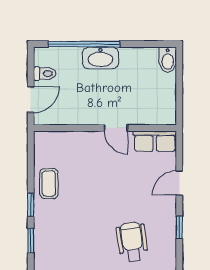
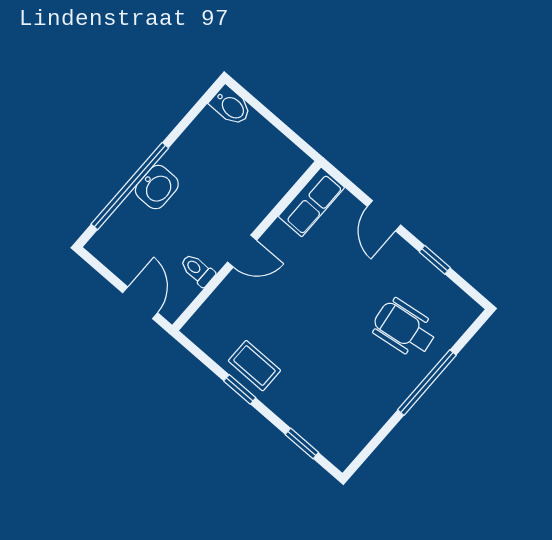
washbasin: (100, 58) -> (157, 187), width x0.72
toilet: (45, 74) -> (197, 270), moved, turned -90
door: (116, 128) -> (242, 251), moved
window: (31, 205) -> (240, 389), moved

